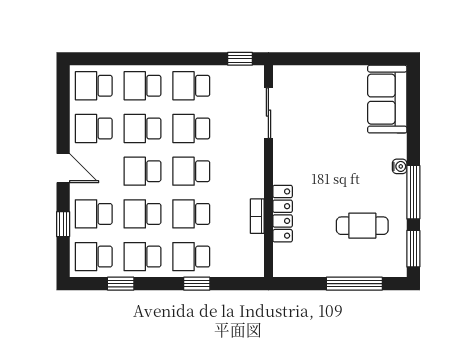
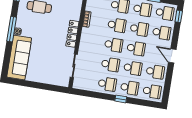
window: (240, 59) -> (121, 99), moved
sofa: (387, 99) -> (19, 58), width x1.36
window: (413, 192) -> (12, 29), moved
locker: (283, 214) -> (72, 34), moved
window: (63, 224) -> (179, 16), moved

